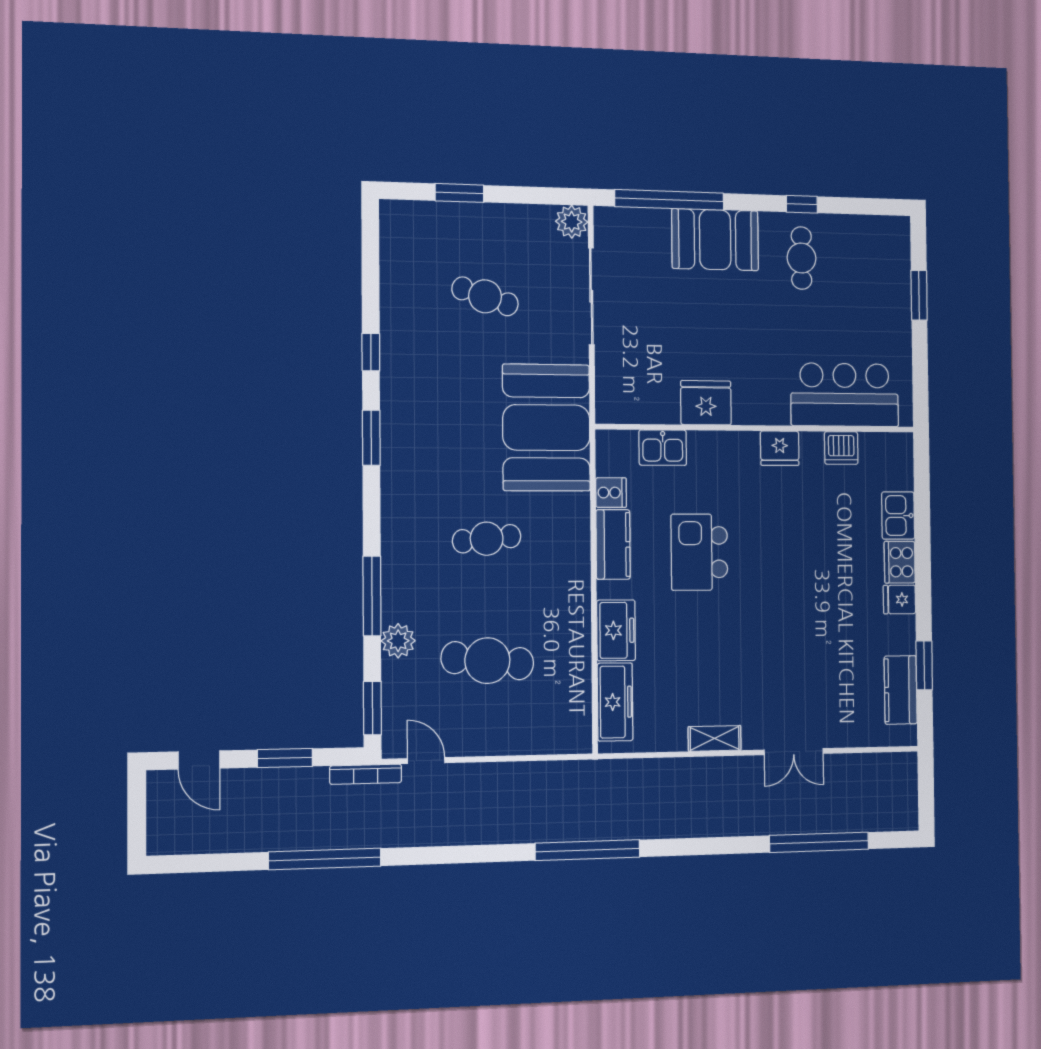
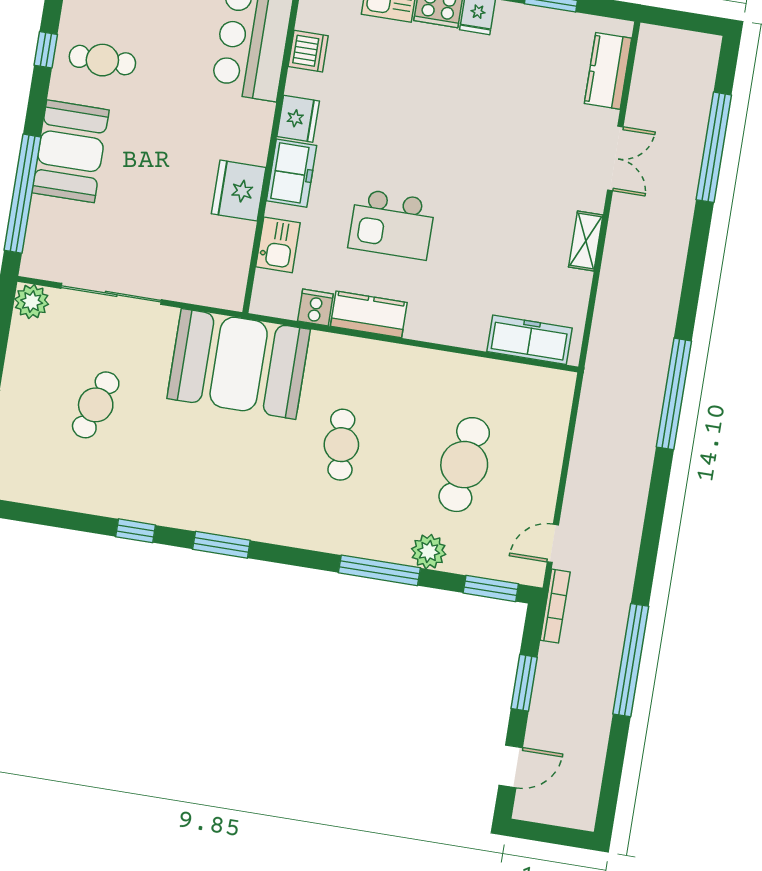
freezer: (616, 630) -> (292, 173), moved, turned 90
kitchen counter: (901, 690) -> (608, 71), moved, turned 90

